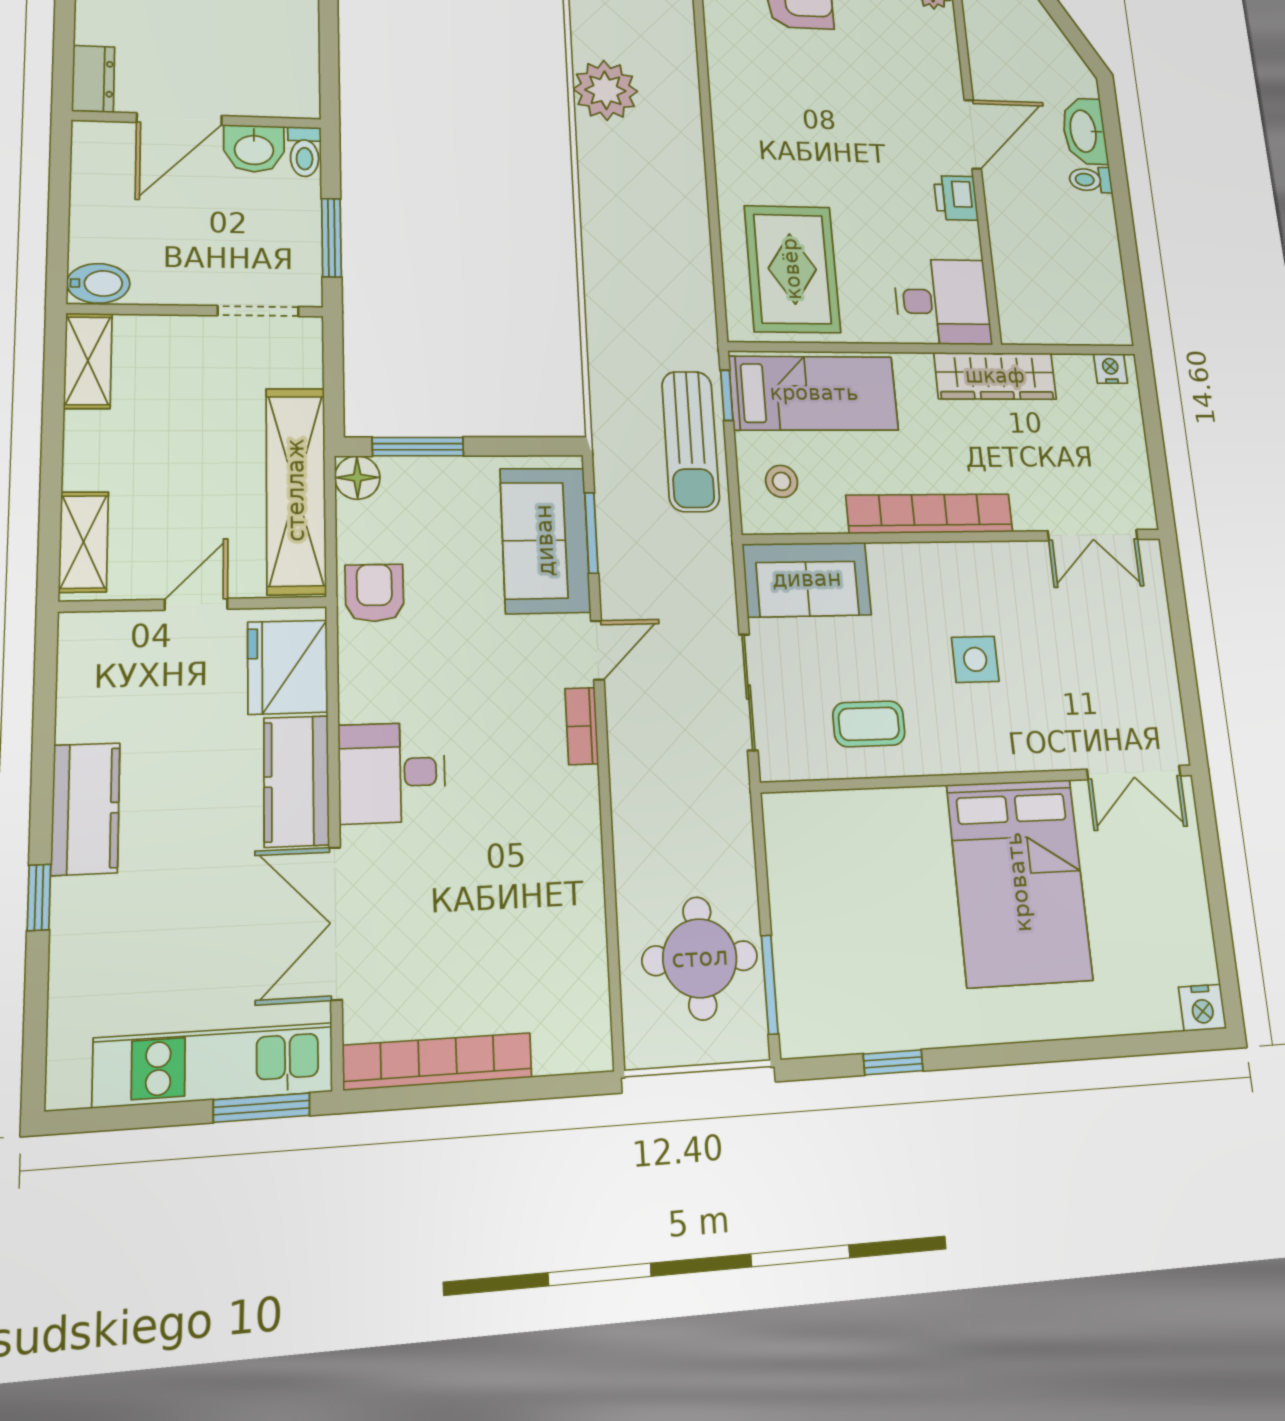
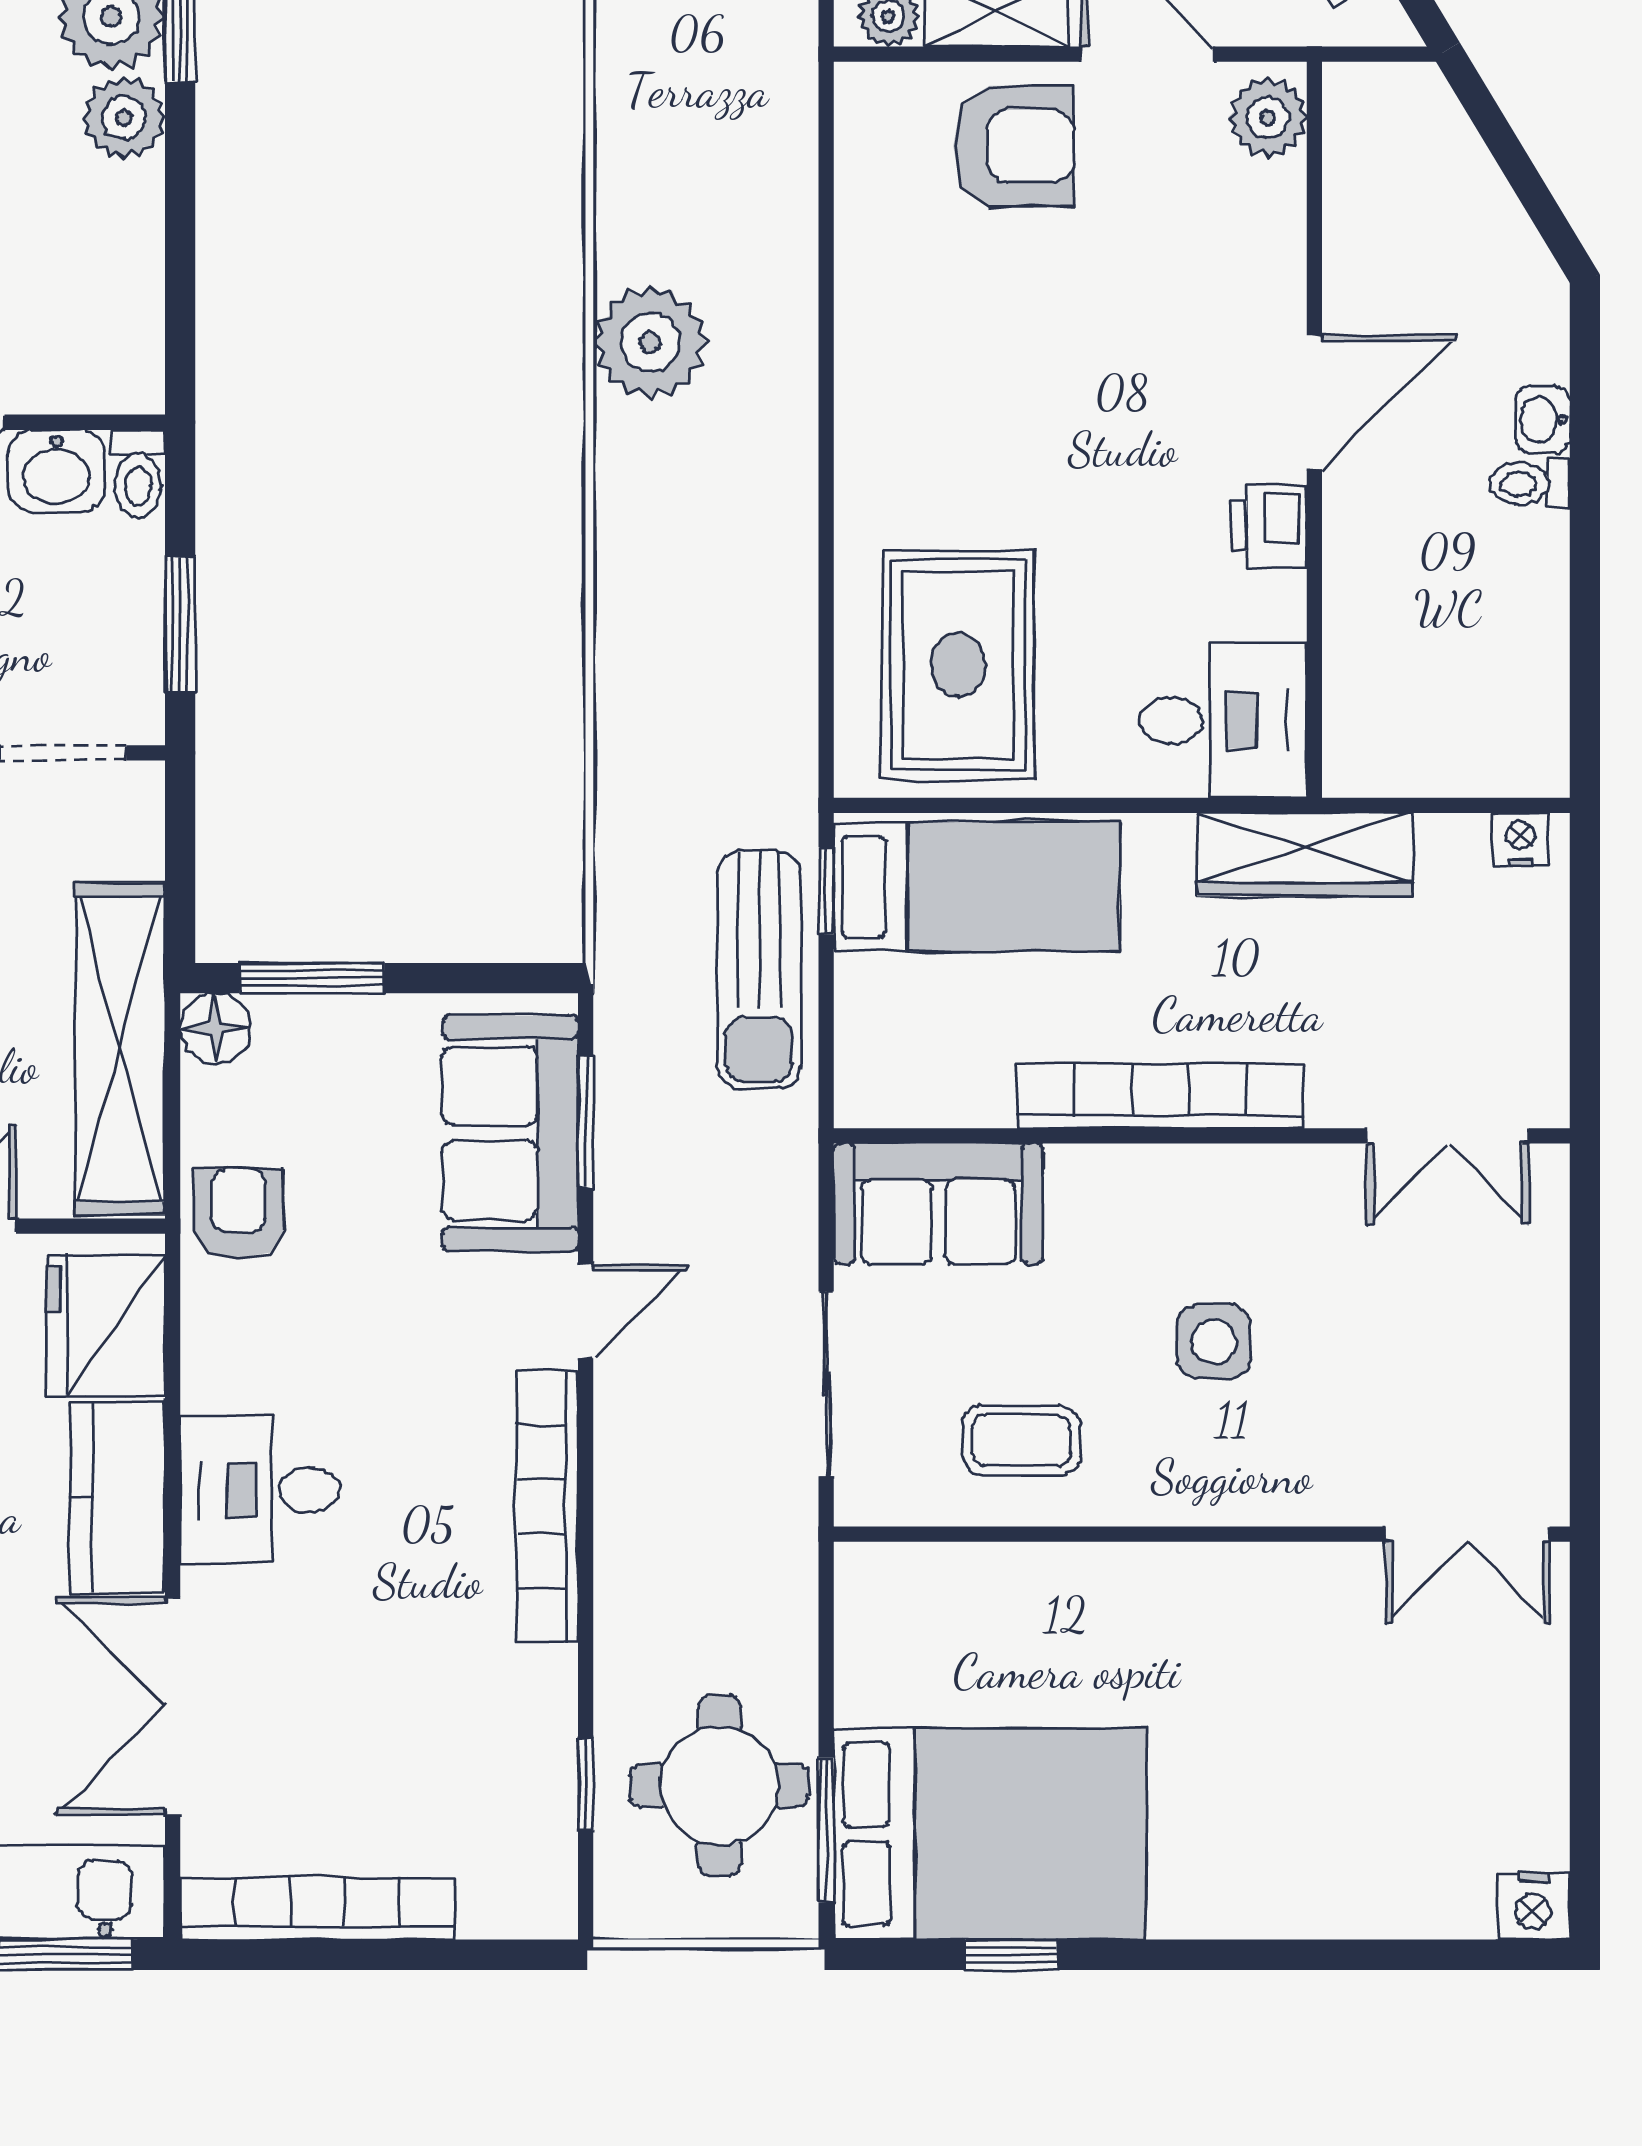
washbasin: (1084, 131) -> (1543, 419), width x0.52, depth x0.69
stool: (782, 481) -> (909, 1039), removed
bookcase: (582, 726) -> (547, 1506), width x2.31, depth x1.31
bed: (1019, 882) -> (990, 1834), moved, turned -90
window: (614, 963) -> (586, 1785), added

